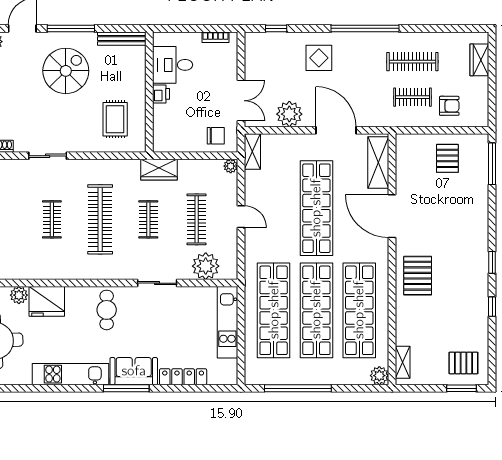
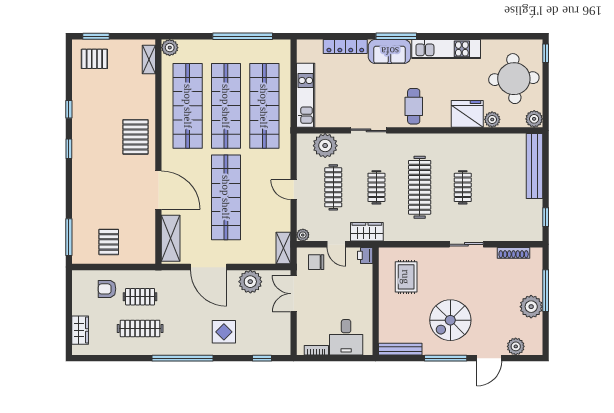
desk: (173, 65) -> (346, 337), moved, turned 90
printer: (161, 94) -> (365, 255), moved
door: (193, 156) -> (336, 244), added

